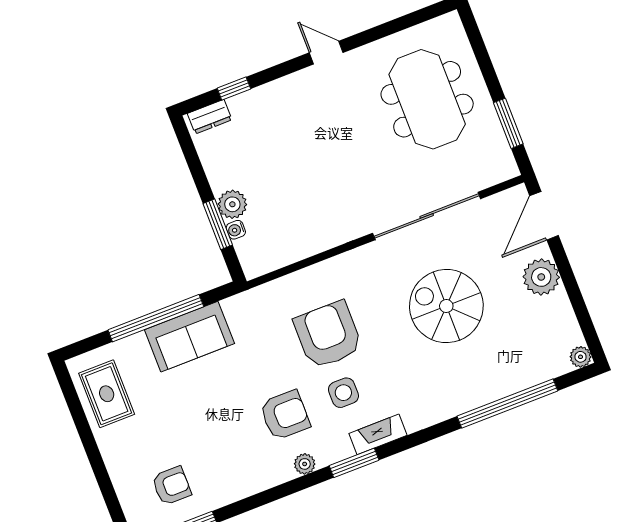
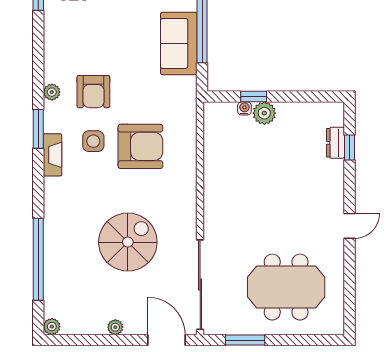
dresser: (210, 117) -> (335, 143), moved
sliding door: (427, 216) -> (200, 285), moved
window: (218, 224) -> (254, 97), width x0.67
plant: (541, 277) -> (115, 327), width x0.53, depth x0.53

